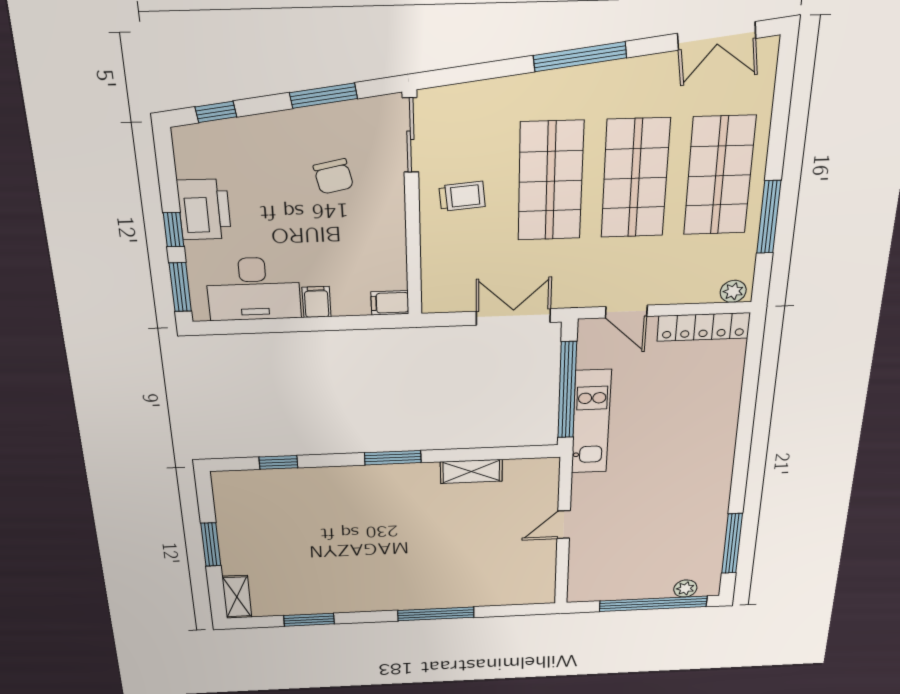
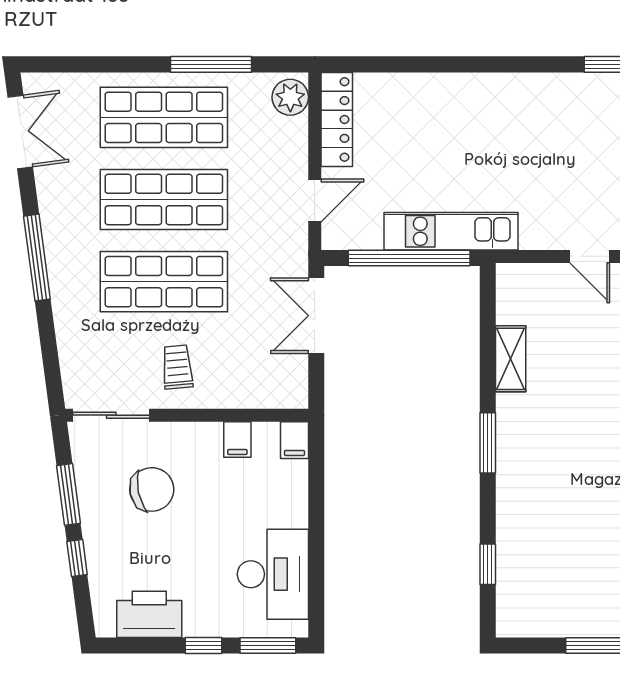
window: (216, 112) -> (77, 558), moved
chair: (333, 176) -> (152, 489), width x1.37, depth x1.37
printer: (204, 210) -> (149, 614), moved
plant: (733, 291) -> (290, 97), width x1.38, depth x1.38
filing cabinet: (316, 302) -> (237, 439), moved, turned -90

